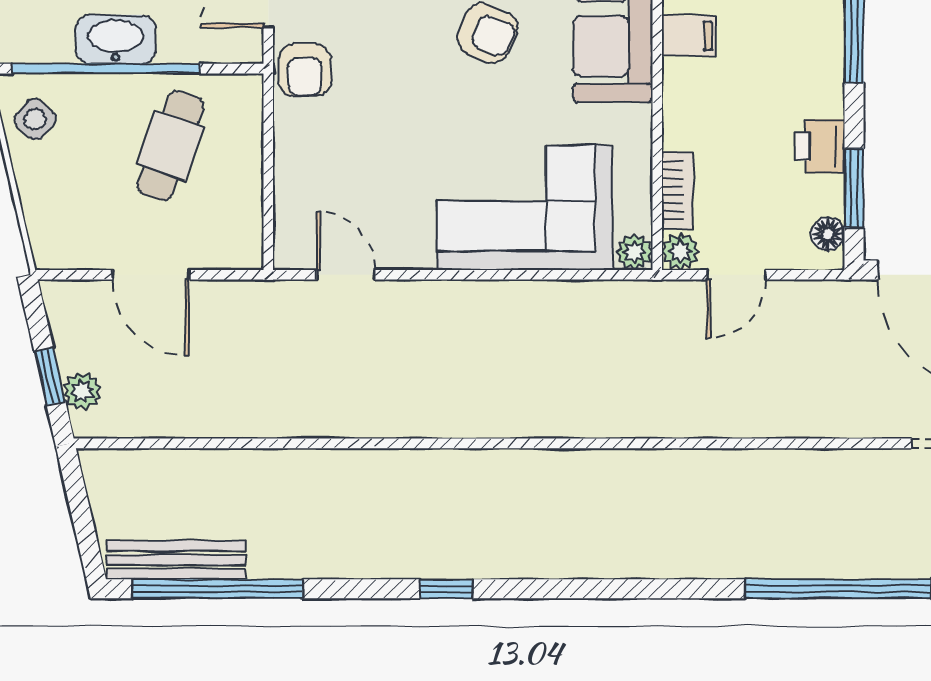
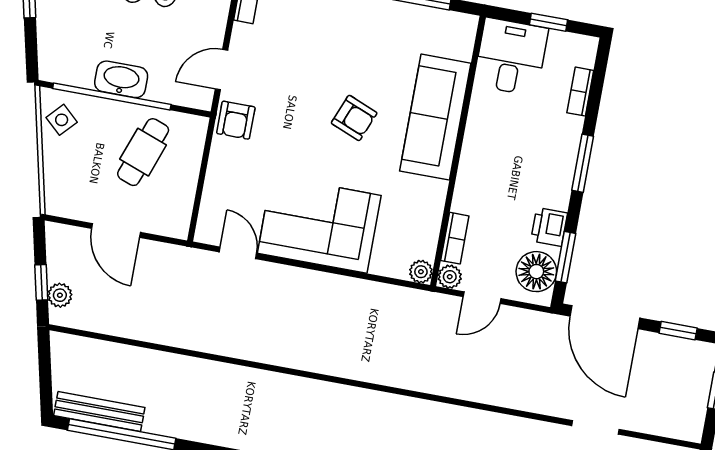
filing cabinet: (689, 36) -> (480, 143), removed
corner sofa: (525, 208) -> (319, 224), moved
floor lamp: (828, 234) -> (536, 272), width x1.89, depth x1.89

